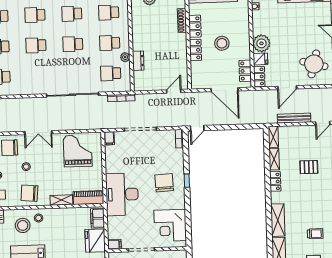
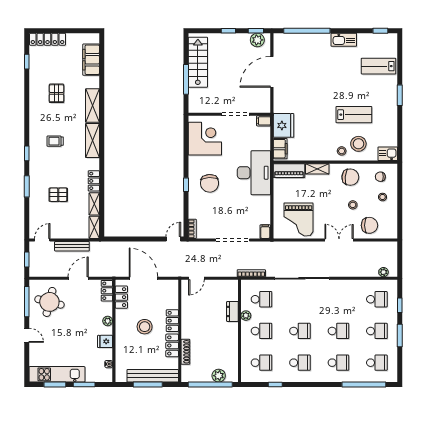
plant: (261, 43) -> (108, 321), width x0.53, depth x0.53
fridge: (260, 59) -> (105, 341), moved
trolley: (315, 234) -> (55, 141), moved

